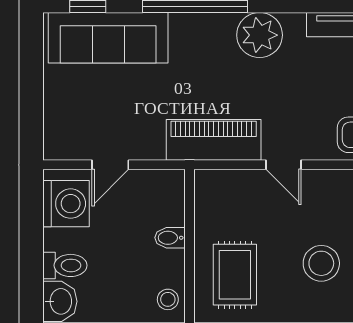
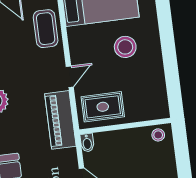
bidet: (170, 238) -> (87, 143), moved
rug: (235, 275) -> (103, 107), moved

